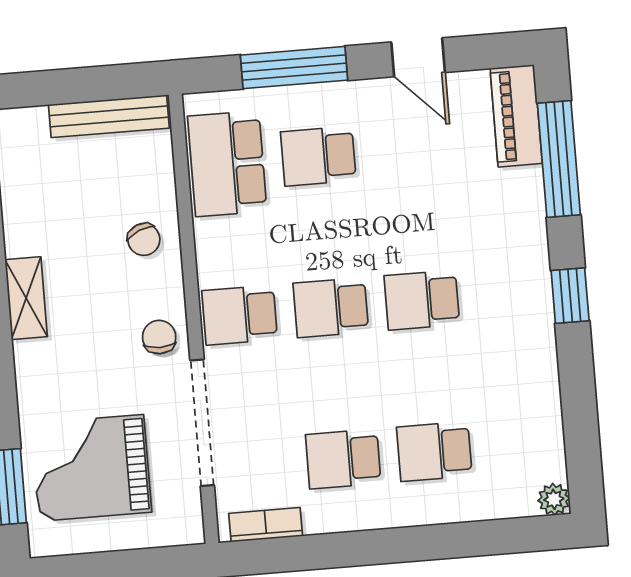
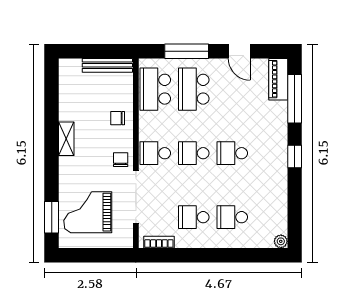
school desk: (318, 156) -> (194, 89), width x1.85
chair: (144, 239) -> (118, 118), turned 113

